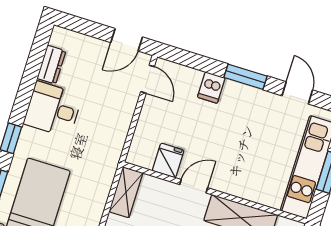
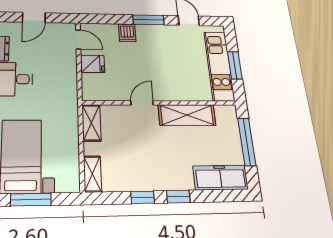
door: (127, 40) -> (34, 18), moved
fridge: (168, 160) -> (93, 64), moved, turned 90

